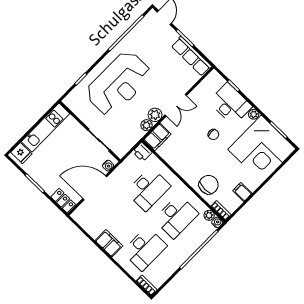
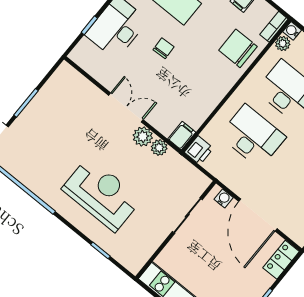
row of seats: (191, 56) -> (52, 91), removed
reception desk: (119, 83) -> (102, 194), width x0.74, depth x0.77
filing cabinet: (157, 137) -> (182, 136), width x0.50

